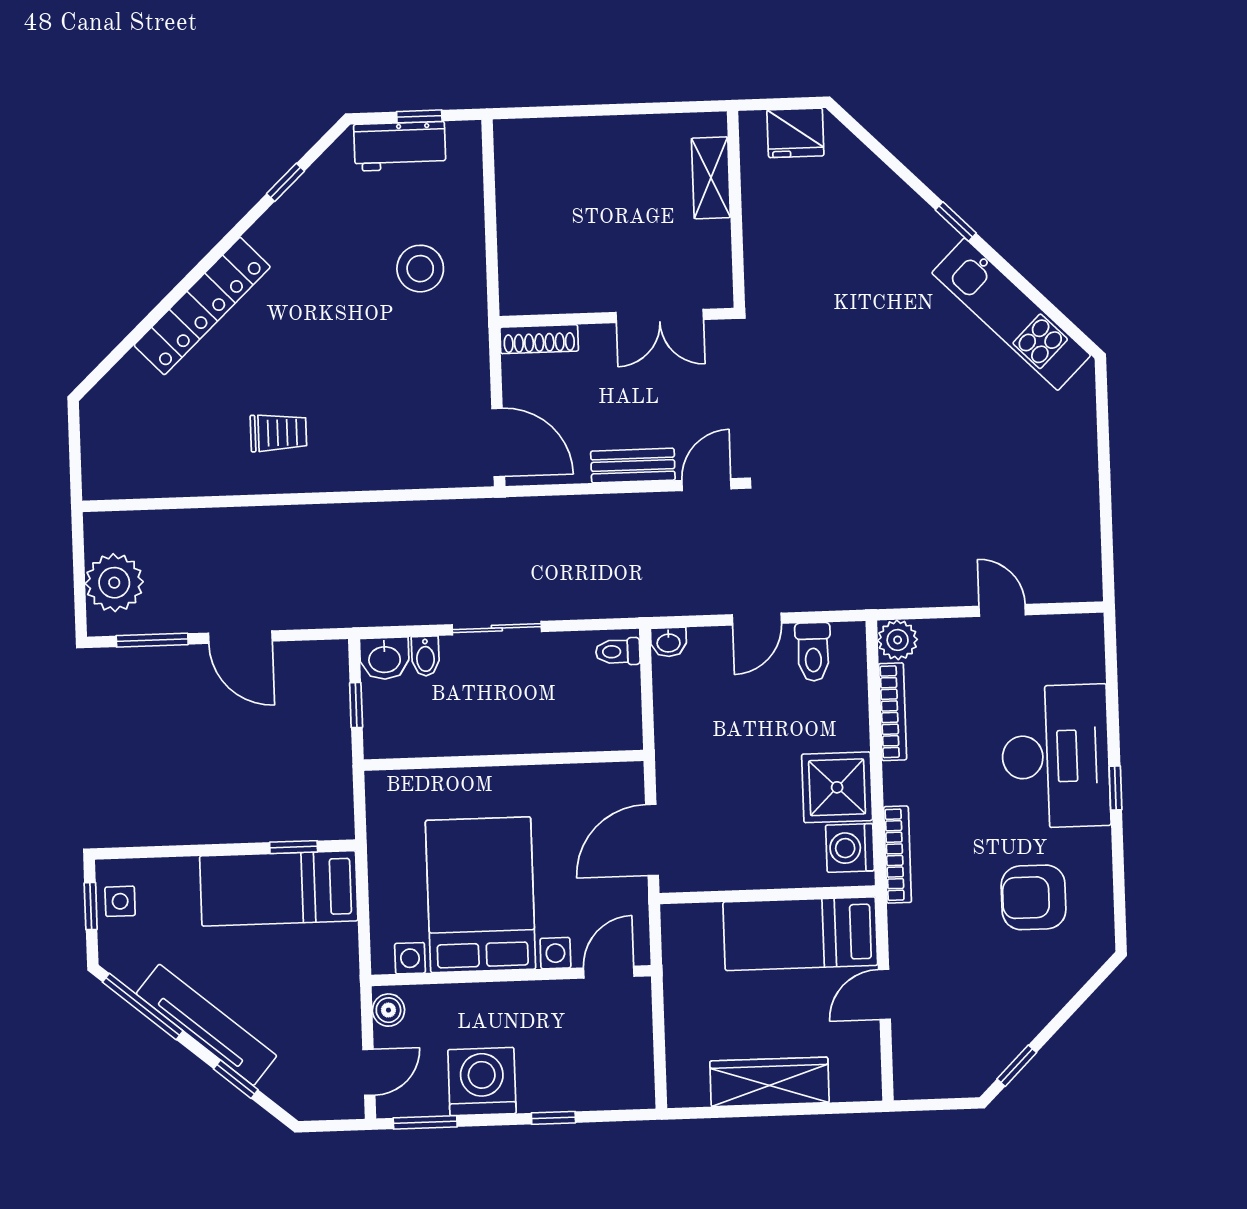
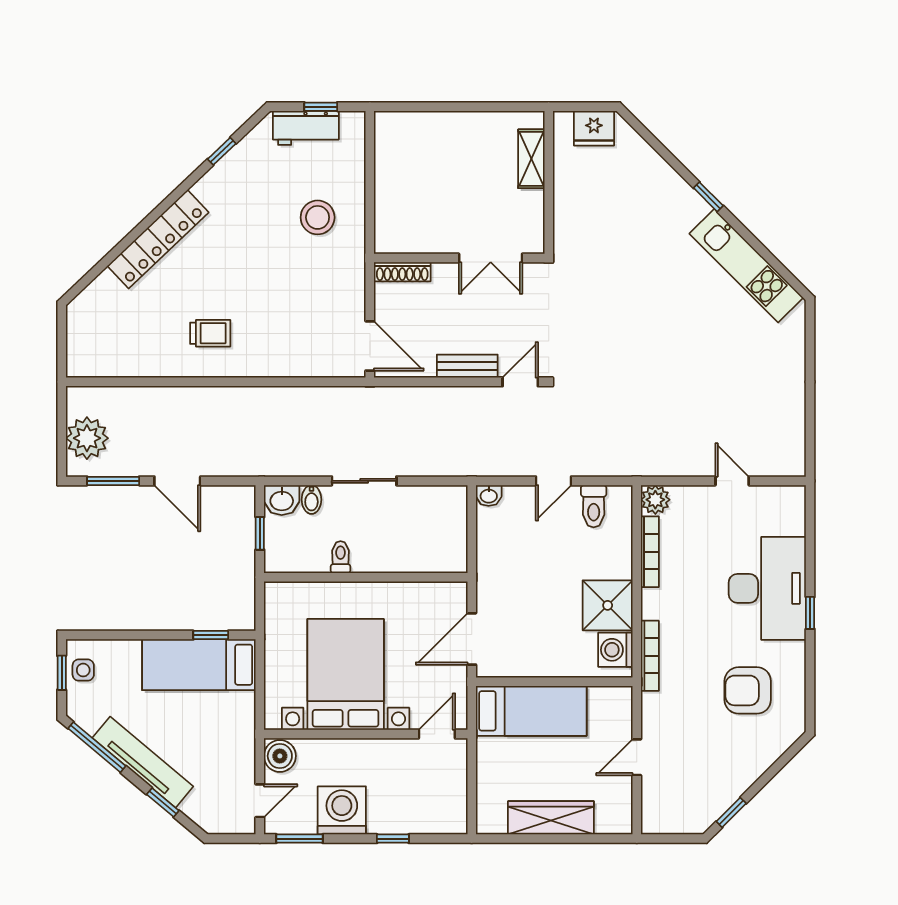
toilet: (618, 652) -> (341, 557), moved, turned 90
bed: (800, 934) -> (531, 711), moved, turned 180
boiler: (388, 1010) -> (280, 756), width x1.36, depth x1.36

